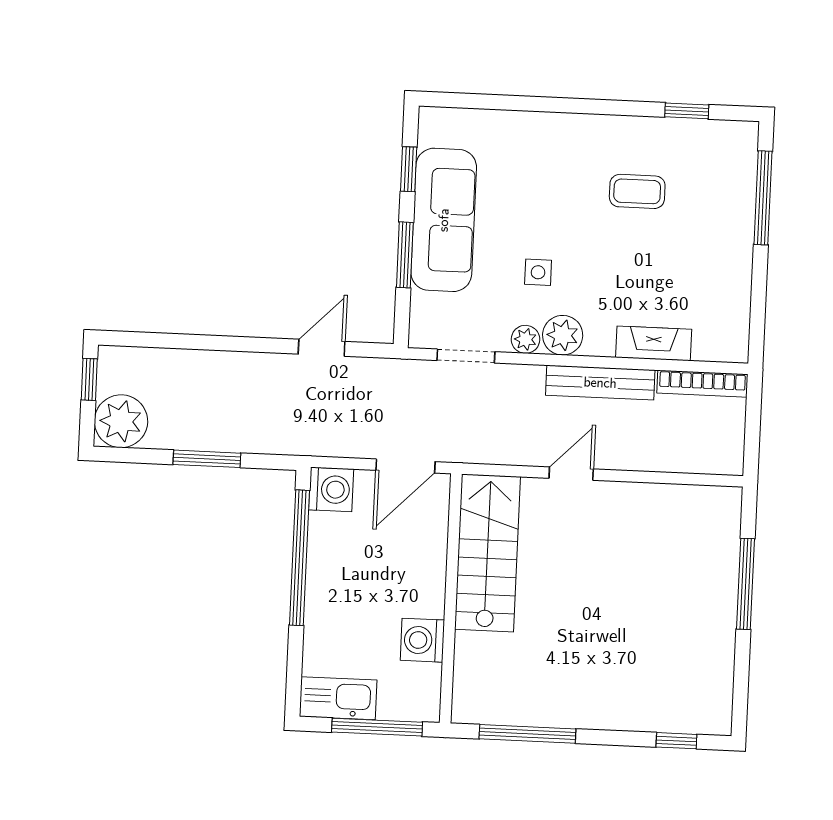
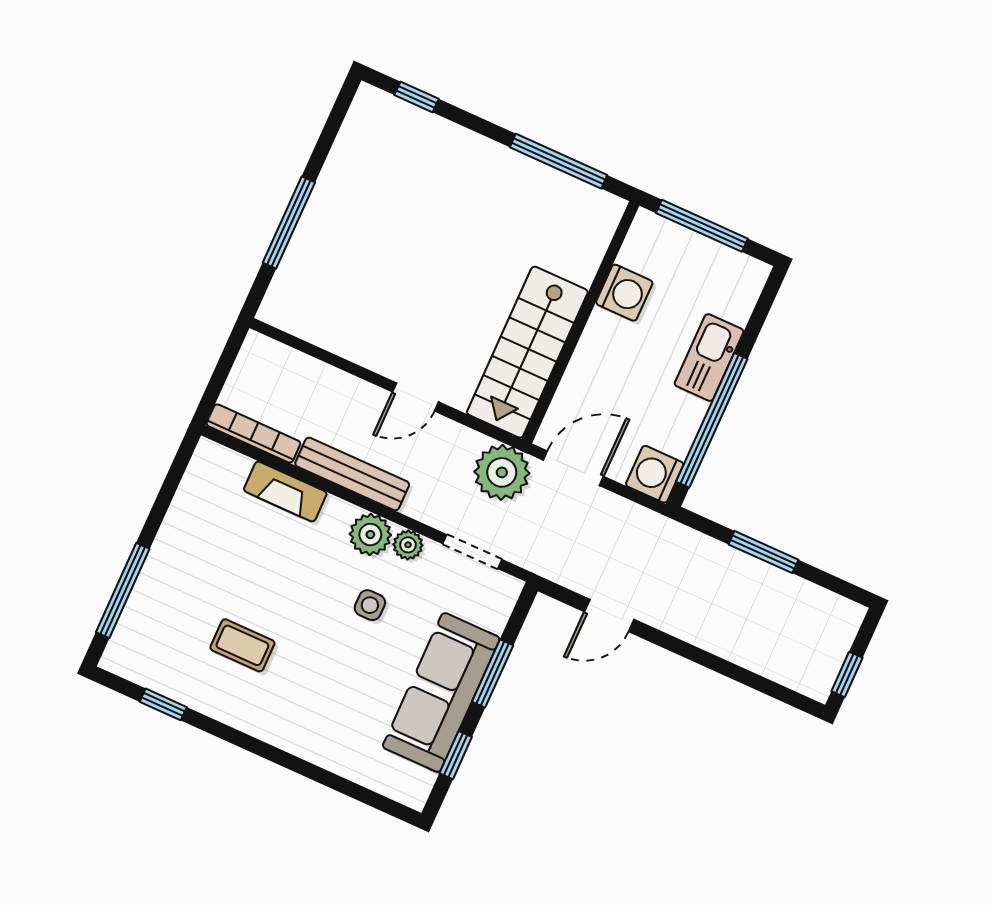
plant: (121, 421) -> (502, 472), moved
kitchen sink: (338, 698) -> (709, 358), moved, turned 90

